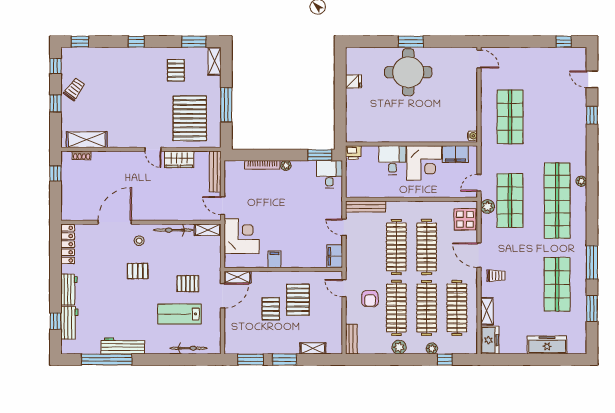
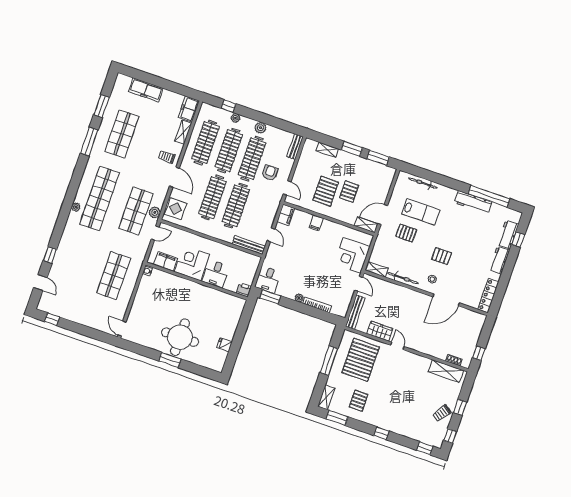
filing cabinet: (274, 259) -> (316, 223), moved

